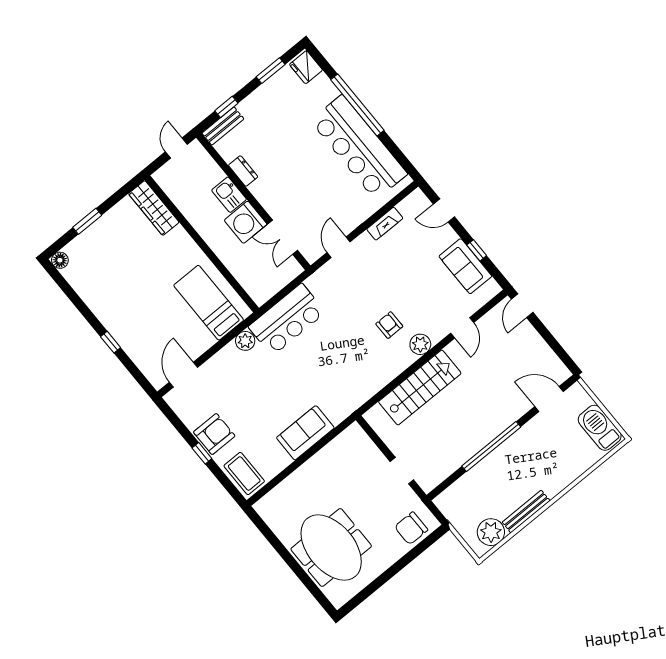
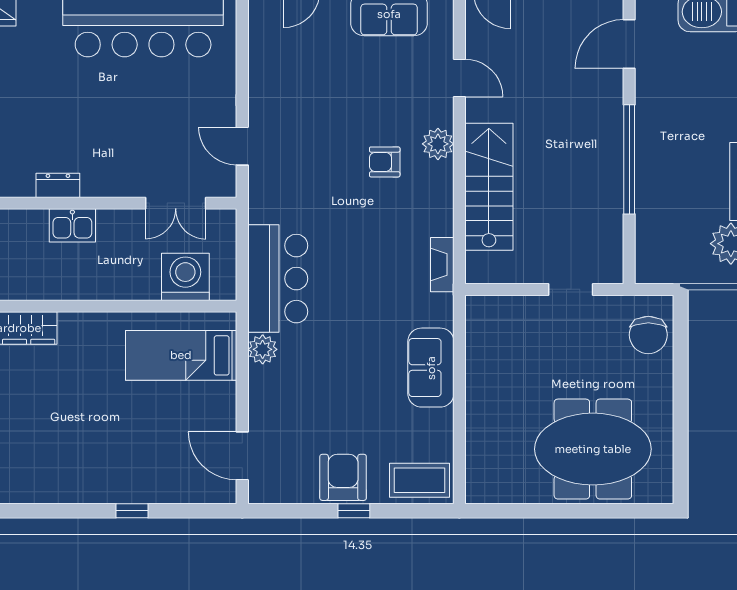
washing machine: (246, 222) -> (185, 277), moved, turned 180
fireplace: (385, 224) -> (442, 265), moved, turned 180

